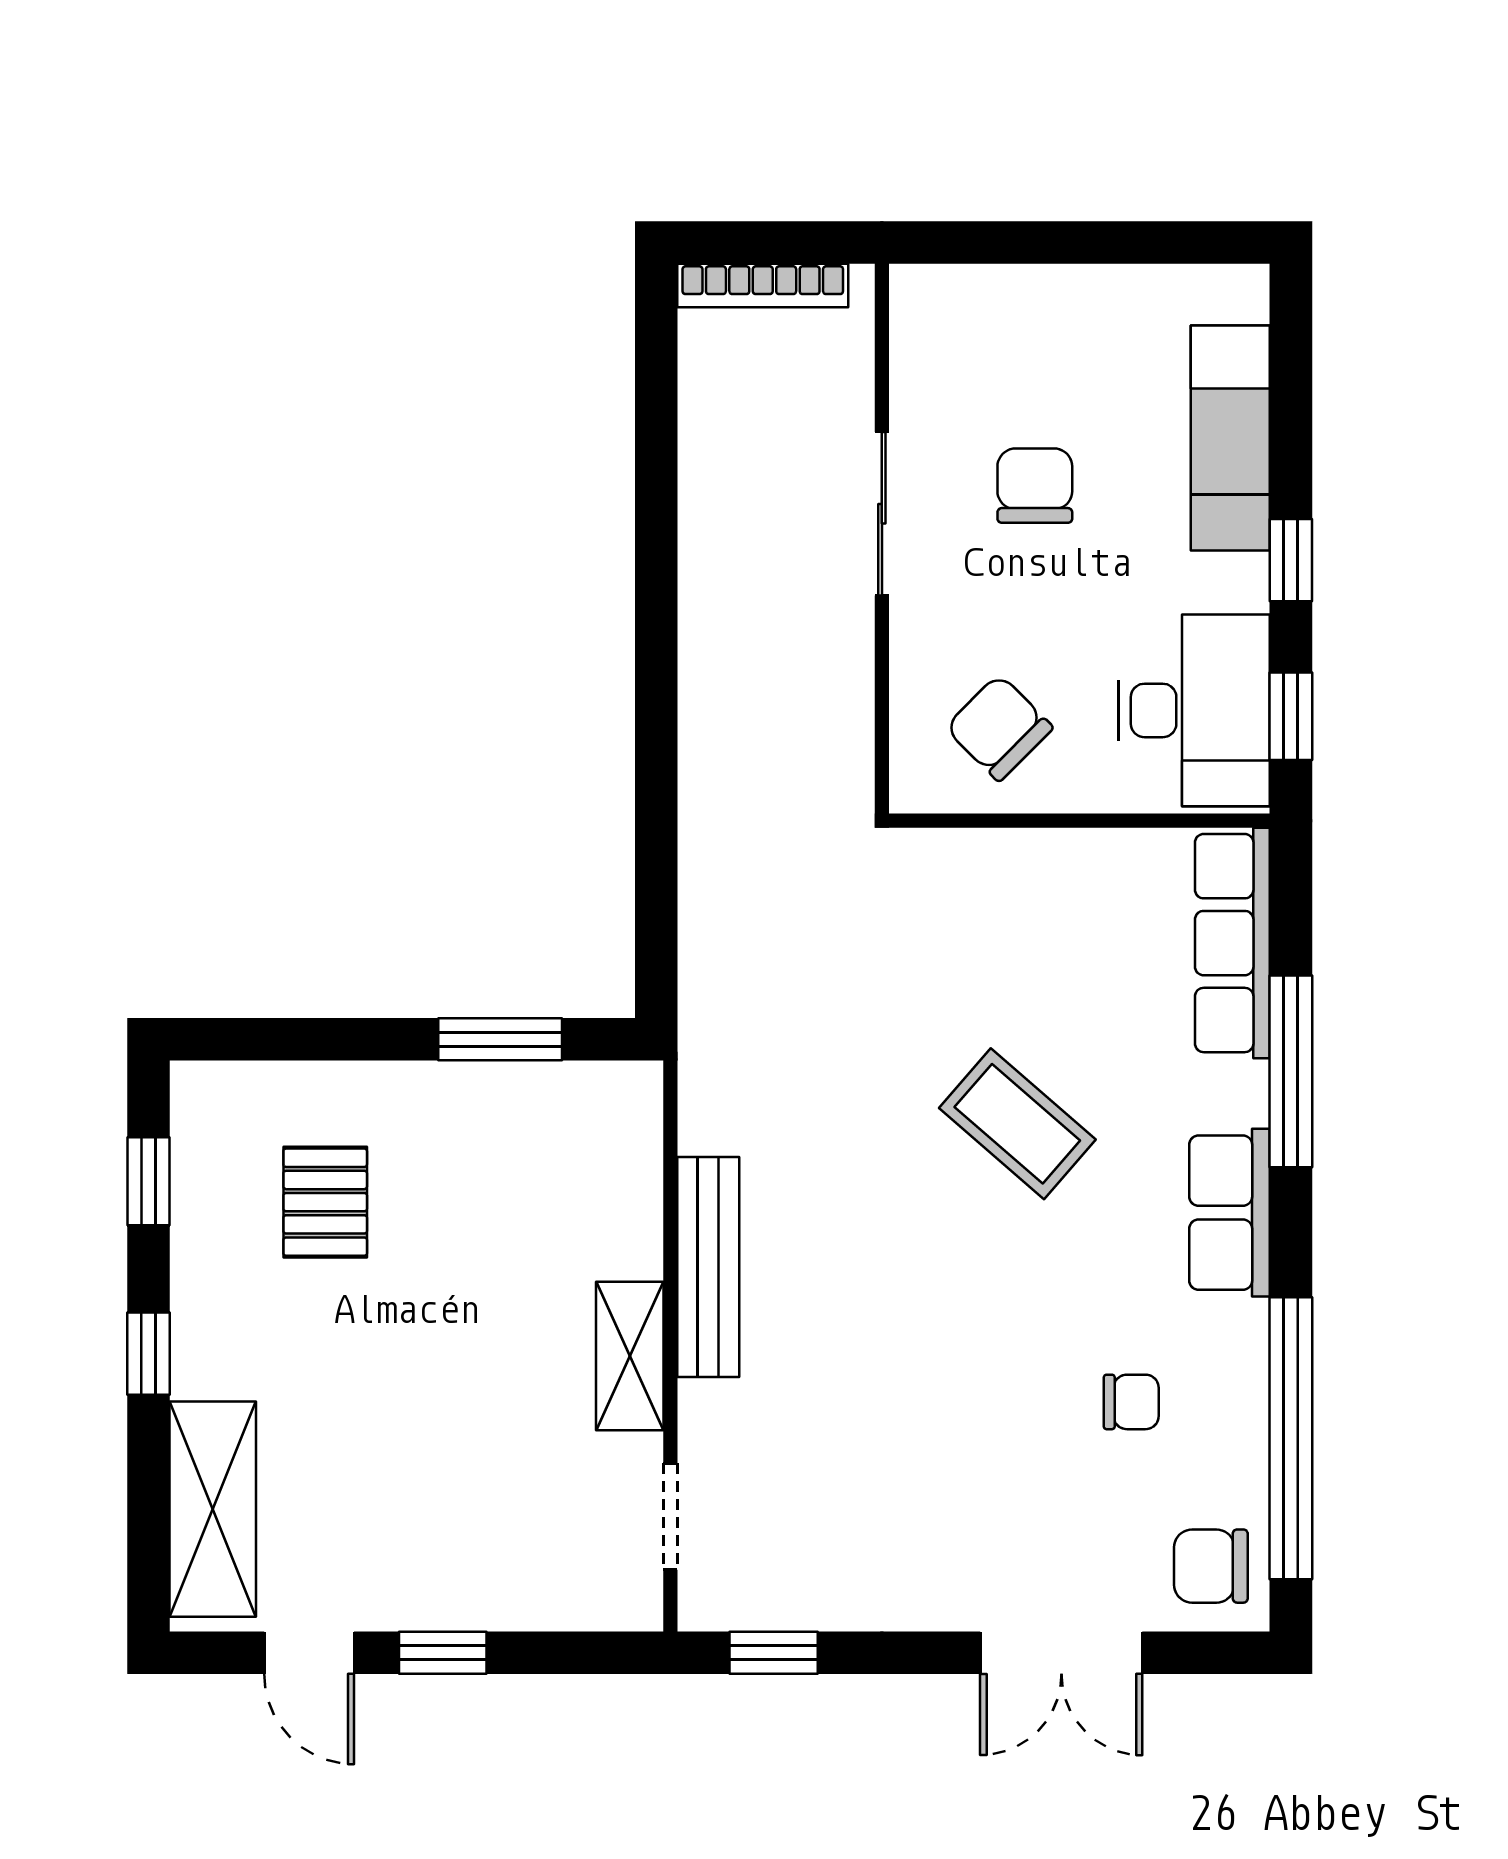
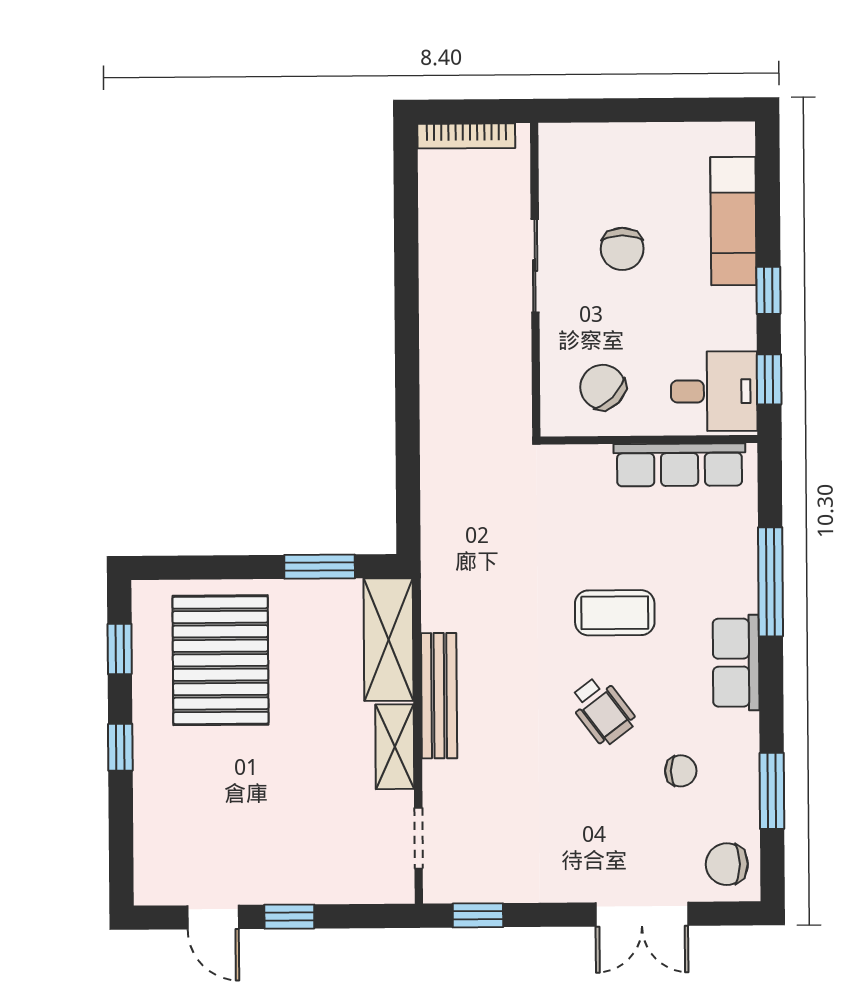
chair: (1035, 486) -> (622, 249), turned 180
desk: (1194, 710) -> (714, 391), width x0.73
row of seats: (1232, 943) -> (679, 465), moved, turned -90
coffee table: (1017, 1124) -> (615, 613), turned -41
pallet: (325, 1202) -> (221, 660), width x2.05, depth x2.00
wheelchair: (994, 1295) -> (602, 711), added
window: (1291, 1438) -> (772, 791), width x0.47
shelving: (213, 1509) -> (388, 640), moved

